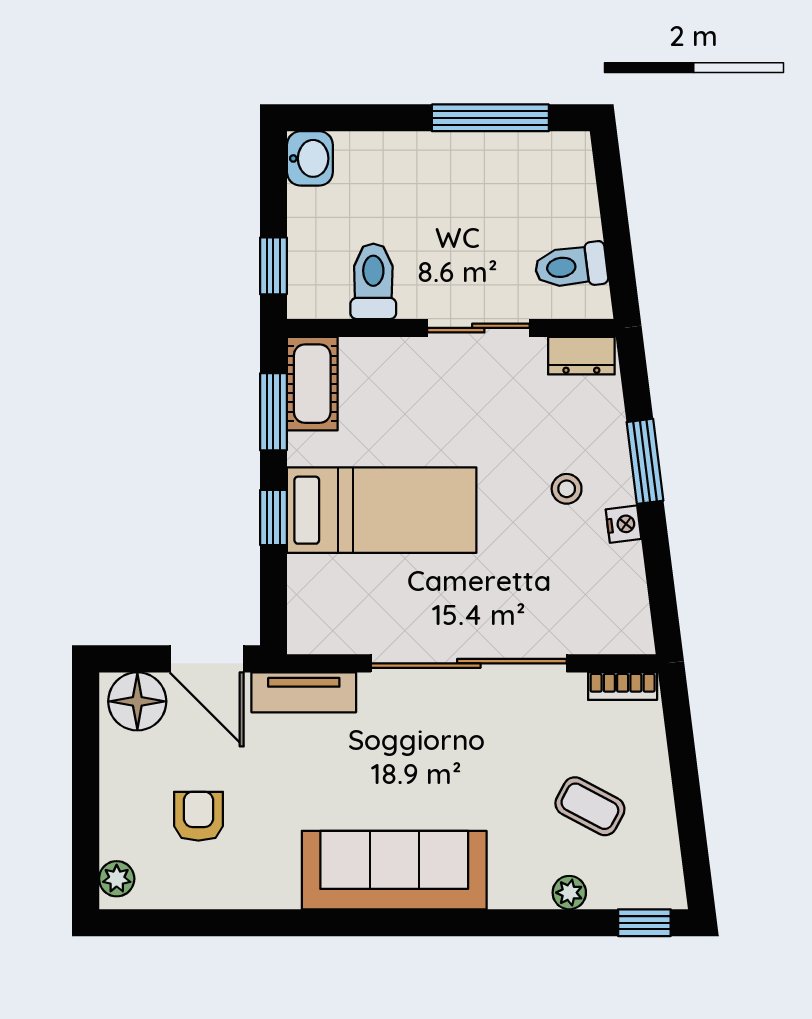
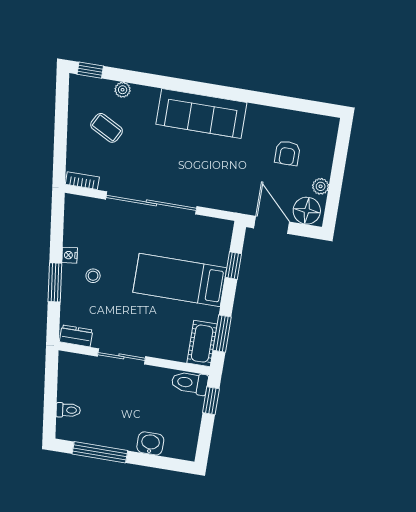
washbasin: (310, 158) -> (150, 443), moved, turned 90
toilet: (571, 266) -> (68, 410), moved, width x0.73, depth x0.72
toilet: (373, 281) -> (190, 383), moved, turned 90
window: (273, 518) -> (233, 266), moved
tv unit: (304, 692) -> (229, 202), removed
plant: (117, 879) -> (321, 186), moved

